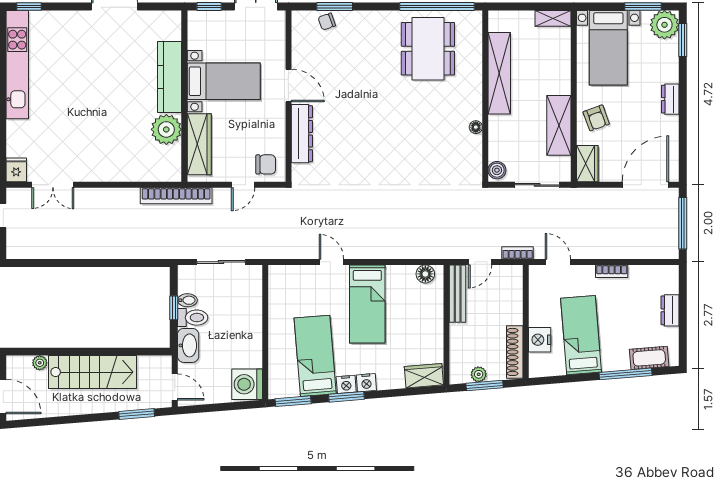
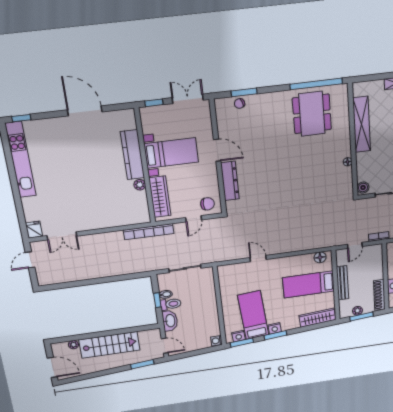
plant: (166, 129) -> (140, 185), width x0.53, depth x0.53
bench: (458, 294) -> (342, 283), moved
bed: (367, 304) -> (309, 284), moved, turned 90
wardrobe: (424, 376) -> (317, 318), width x1.50
nightstand: (366, 383) -> (239, 336), moved
washing machine: (247, 384) -> (216, 341), width x0.53, depth x0.53

